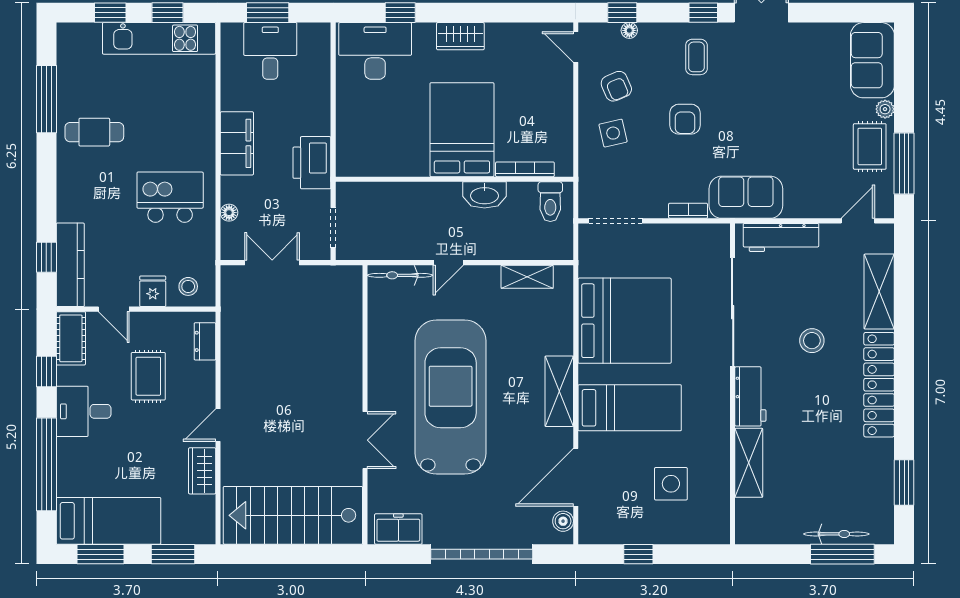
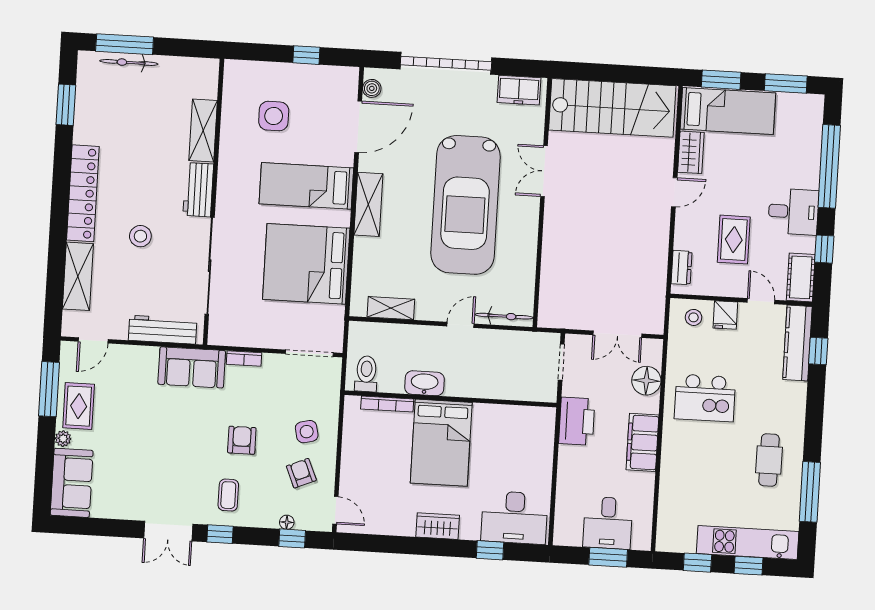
kitchen unit: (159, 38) -> (748, 543), moved
cafe table: (94, 132) -> (769, 460), turned 90
floor lamp: (229, 213) -> (646, 381), width x1.89, depth x1.89
bed: (108, 521) -> (728, 111), moved, turned 180

